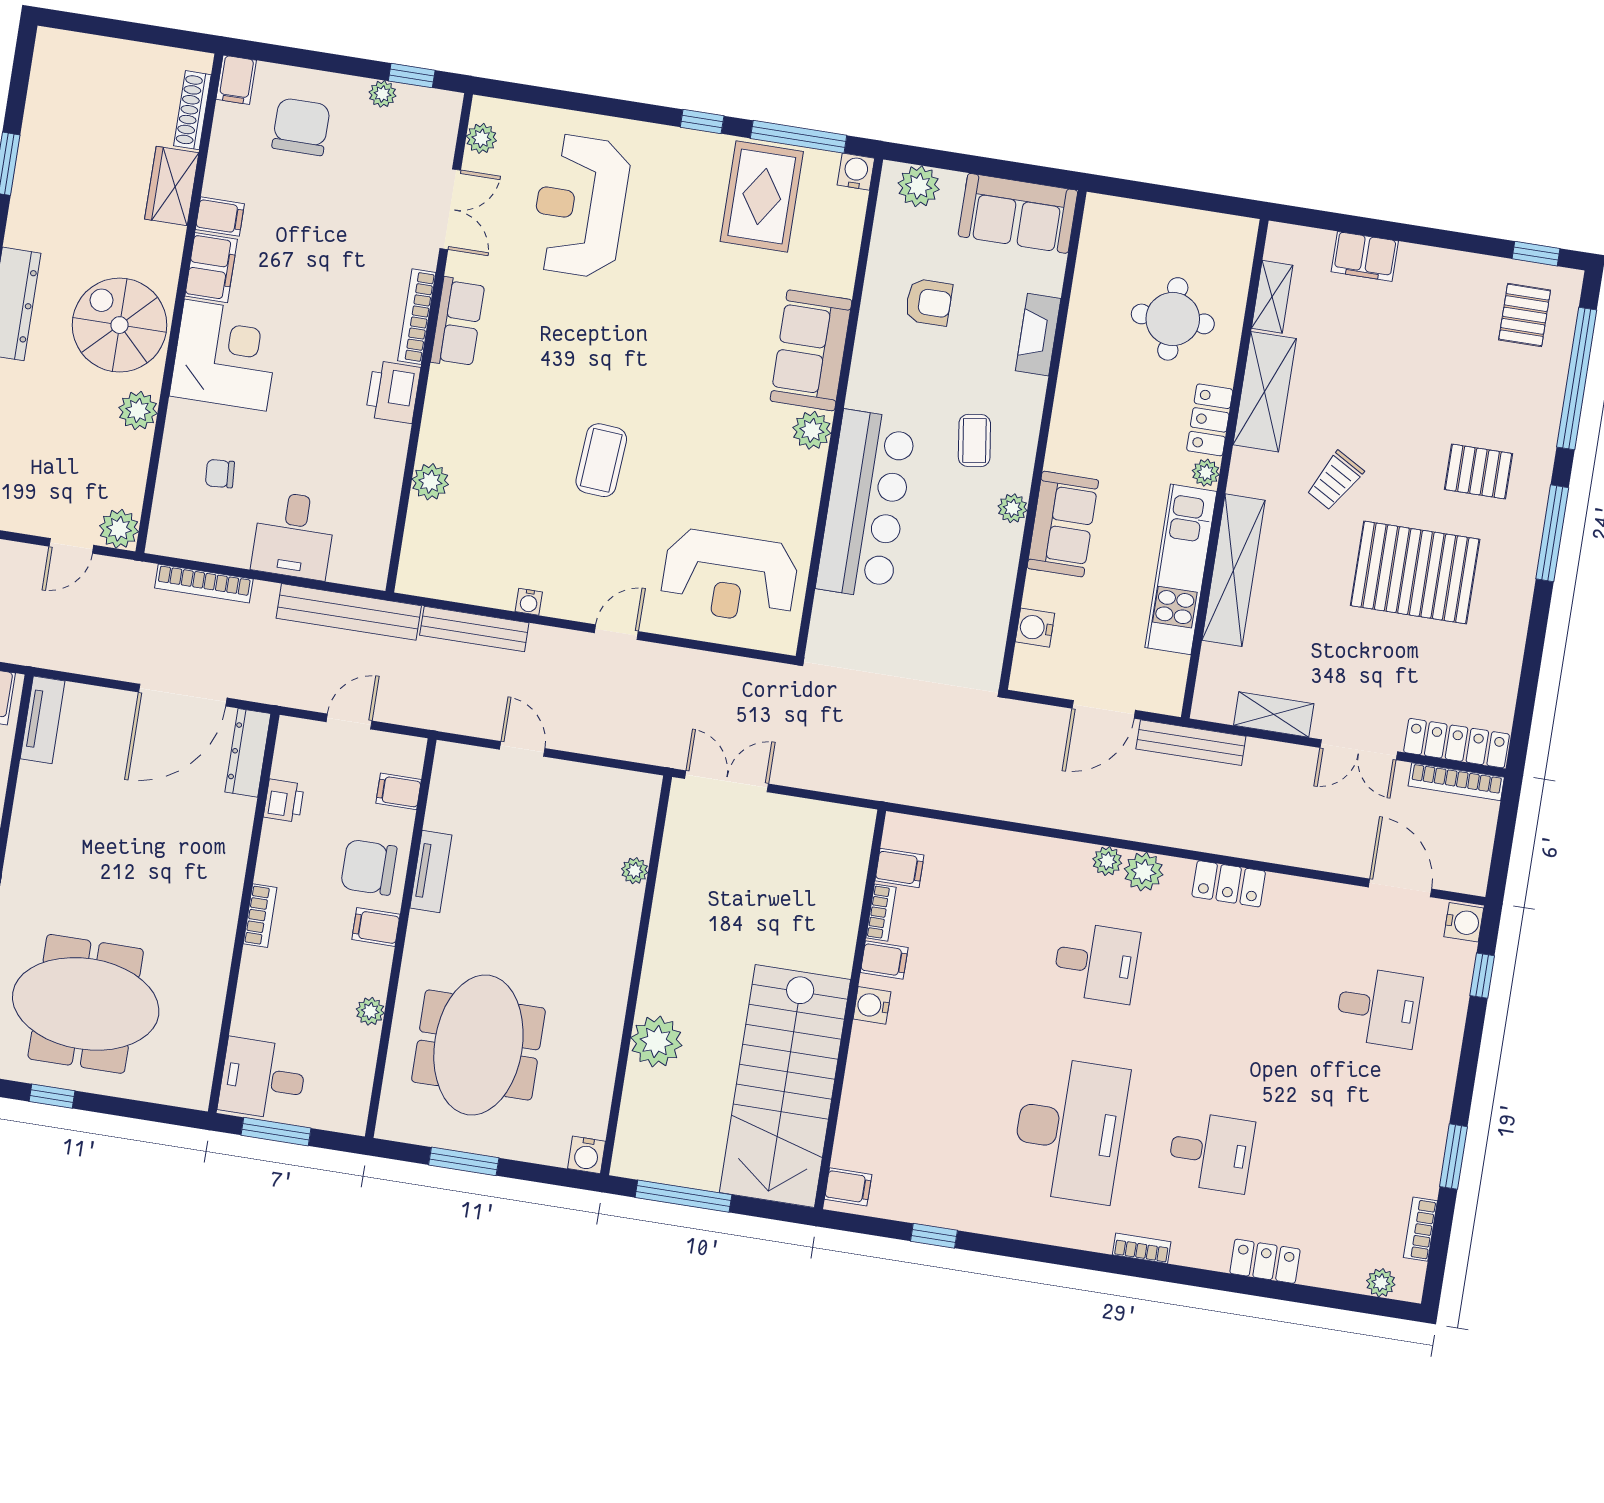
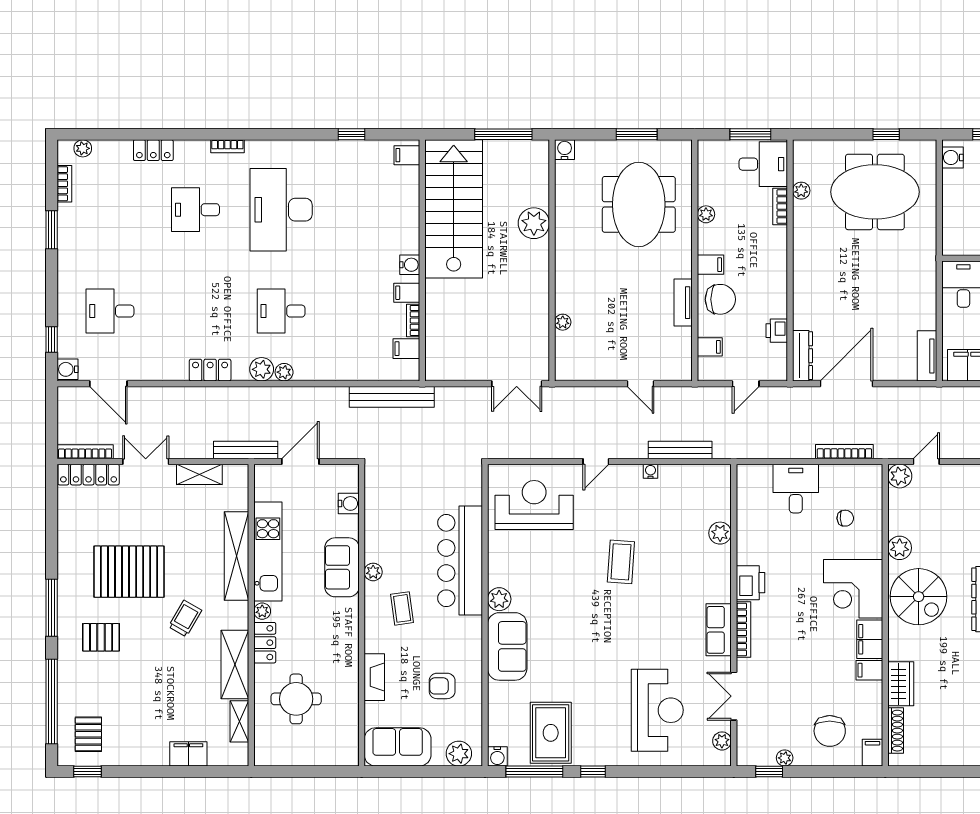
bench: (349, 612) -> (392, 397), moved
bookcase: (260, 916) -> (780, 207), moved
plant: (207, 1025) -> (801, 191), added

